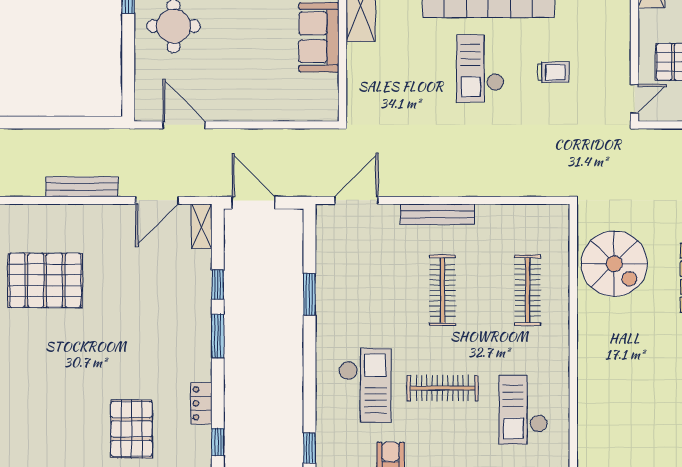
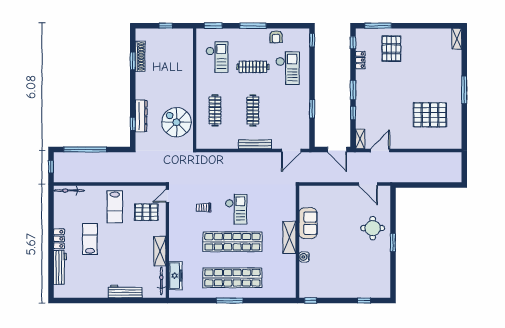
bench: (82, 187) -> (414, 157), removed
checkout: (365, 385) -> (288, 68), turned 180

